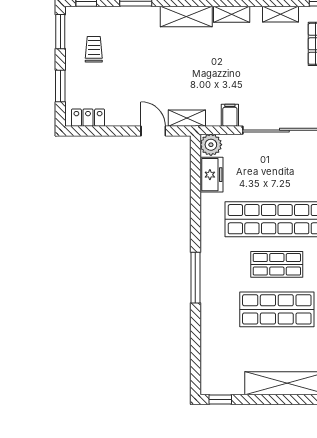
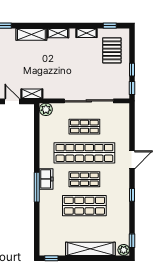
filing cabinet: (230, 115) -> (57, 92), removed
shop shelf: (277, 174) -> (84, 127), added
freezer: (211, 175) -> (46, 179), moved

